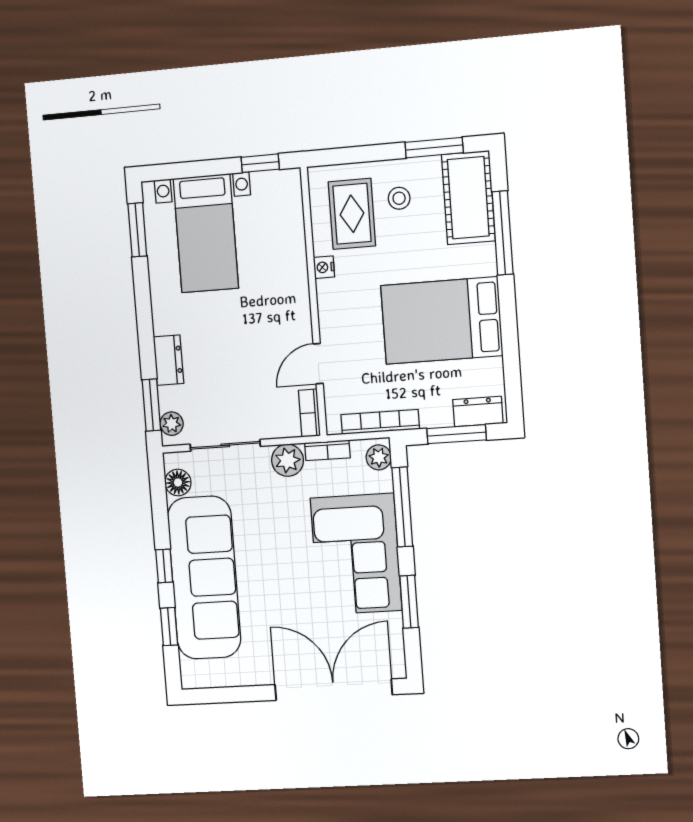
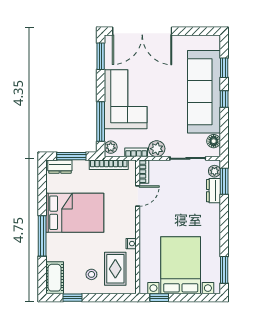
window: (434, 148) -> (72, 298), width x0.67
cot: (468, 198) -> (55, 278), width x0.73, depth x0.75
bed with nightstands: (206, 233) -> (181, 265), width x1.36
window: (503, 233) -> (42, 236), moved
dresser: (169, 360) -> (213, 191), moved
window: (409, 602) -> (101, 56), moved

